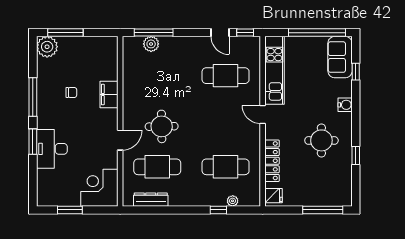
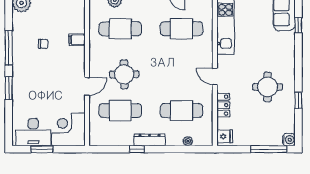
cafe table: (157, 76) -> (120, 29), added
filing cabinet: (109, 95) -> (77, 40), width x0.50
water cooler: (345, 105) -> (289, 140), moved
door: (263, 115) -> (215, 76), moved
desk: (52, 149) -> (33, 132), moved, turned -90
locker: (272, 161) -> (223, 105), width x0.66
dresser: (151, 200) -> (150, 140), moved
window: (218, 210) -> (137, 149), moved

